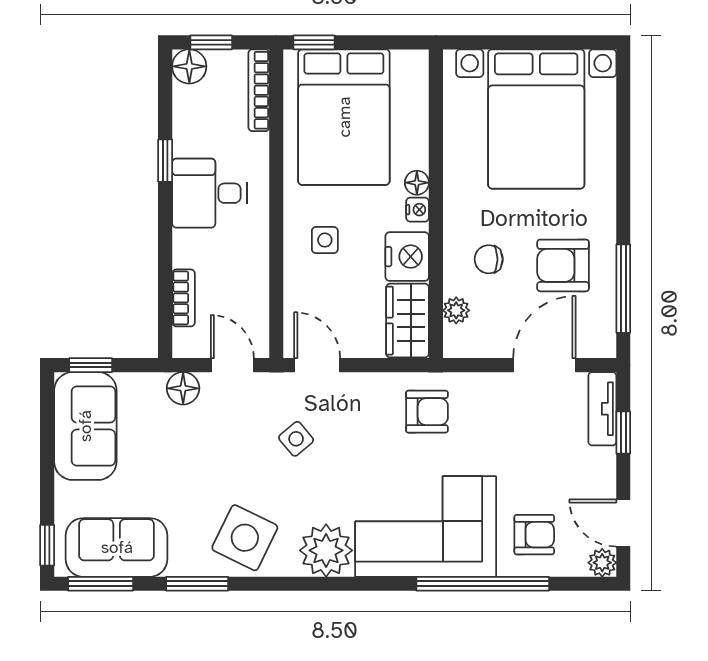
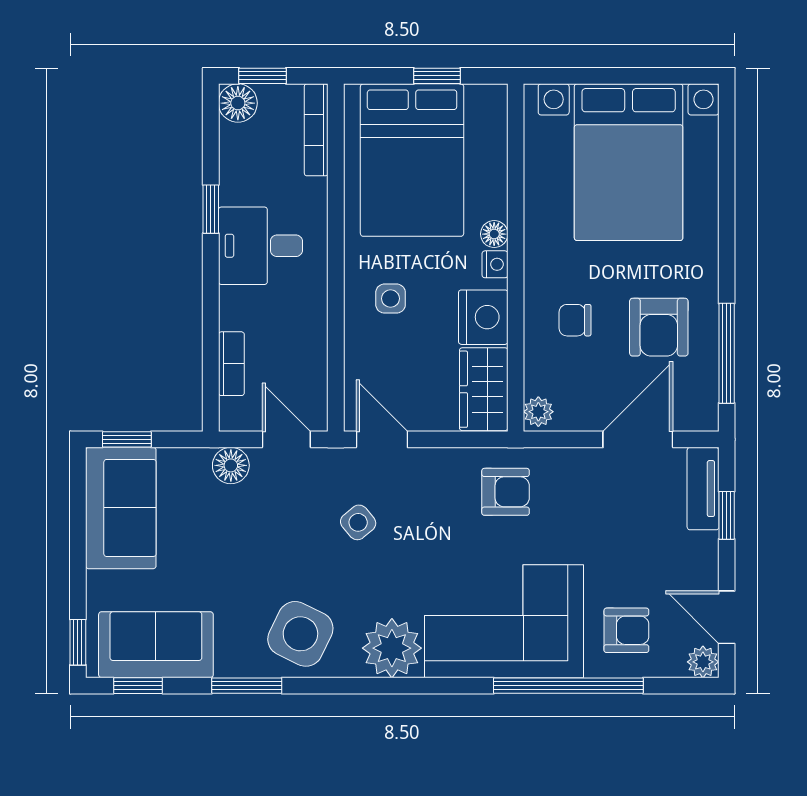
window: (314, 42) -> (437, 76), moved
armchair: (563, 265) -> (659, 327), turned -90
plant: (456, 310) -> (538, 412), moved
window: (101, 584) -> (138, 686), width x0.67

